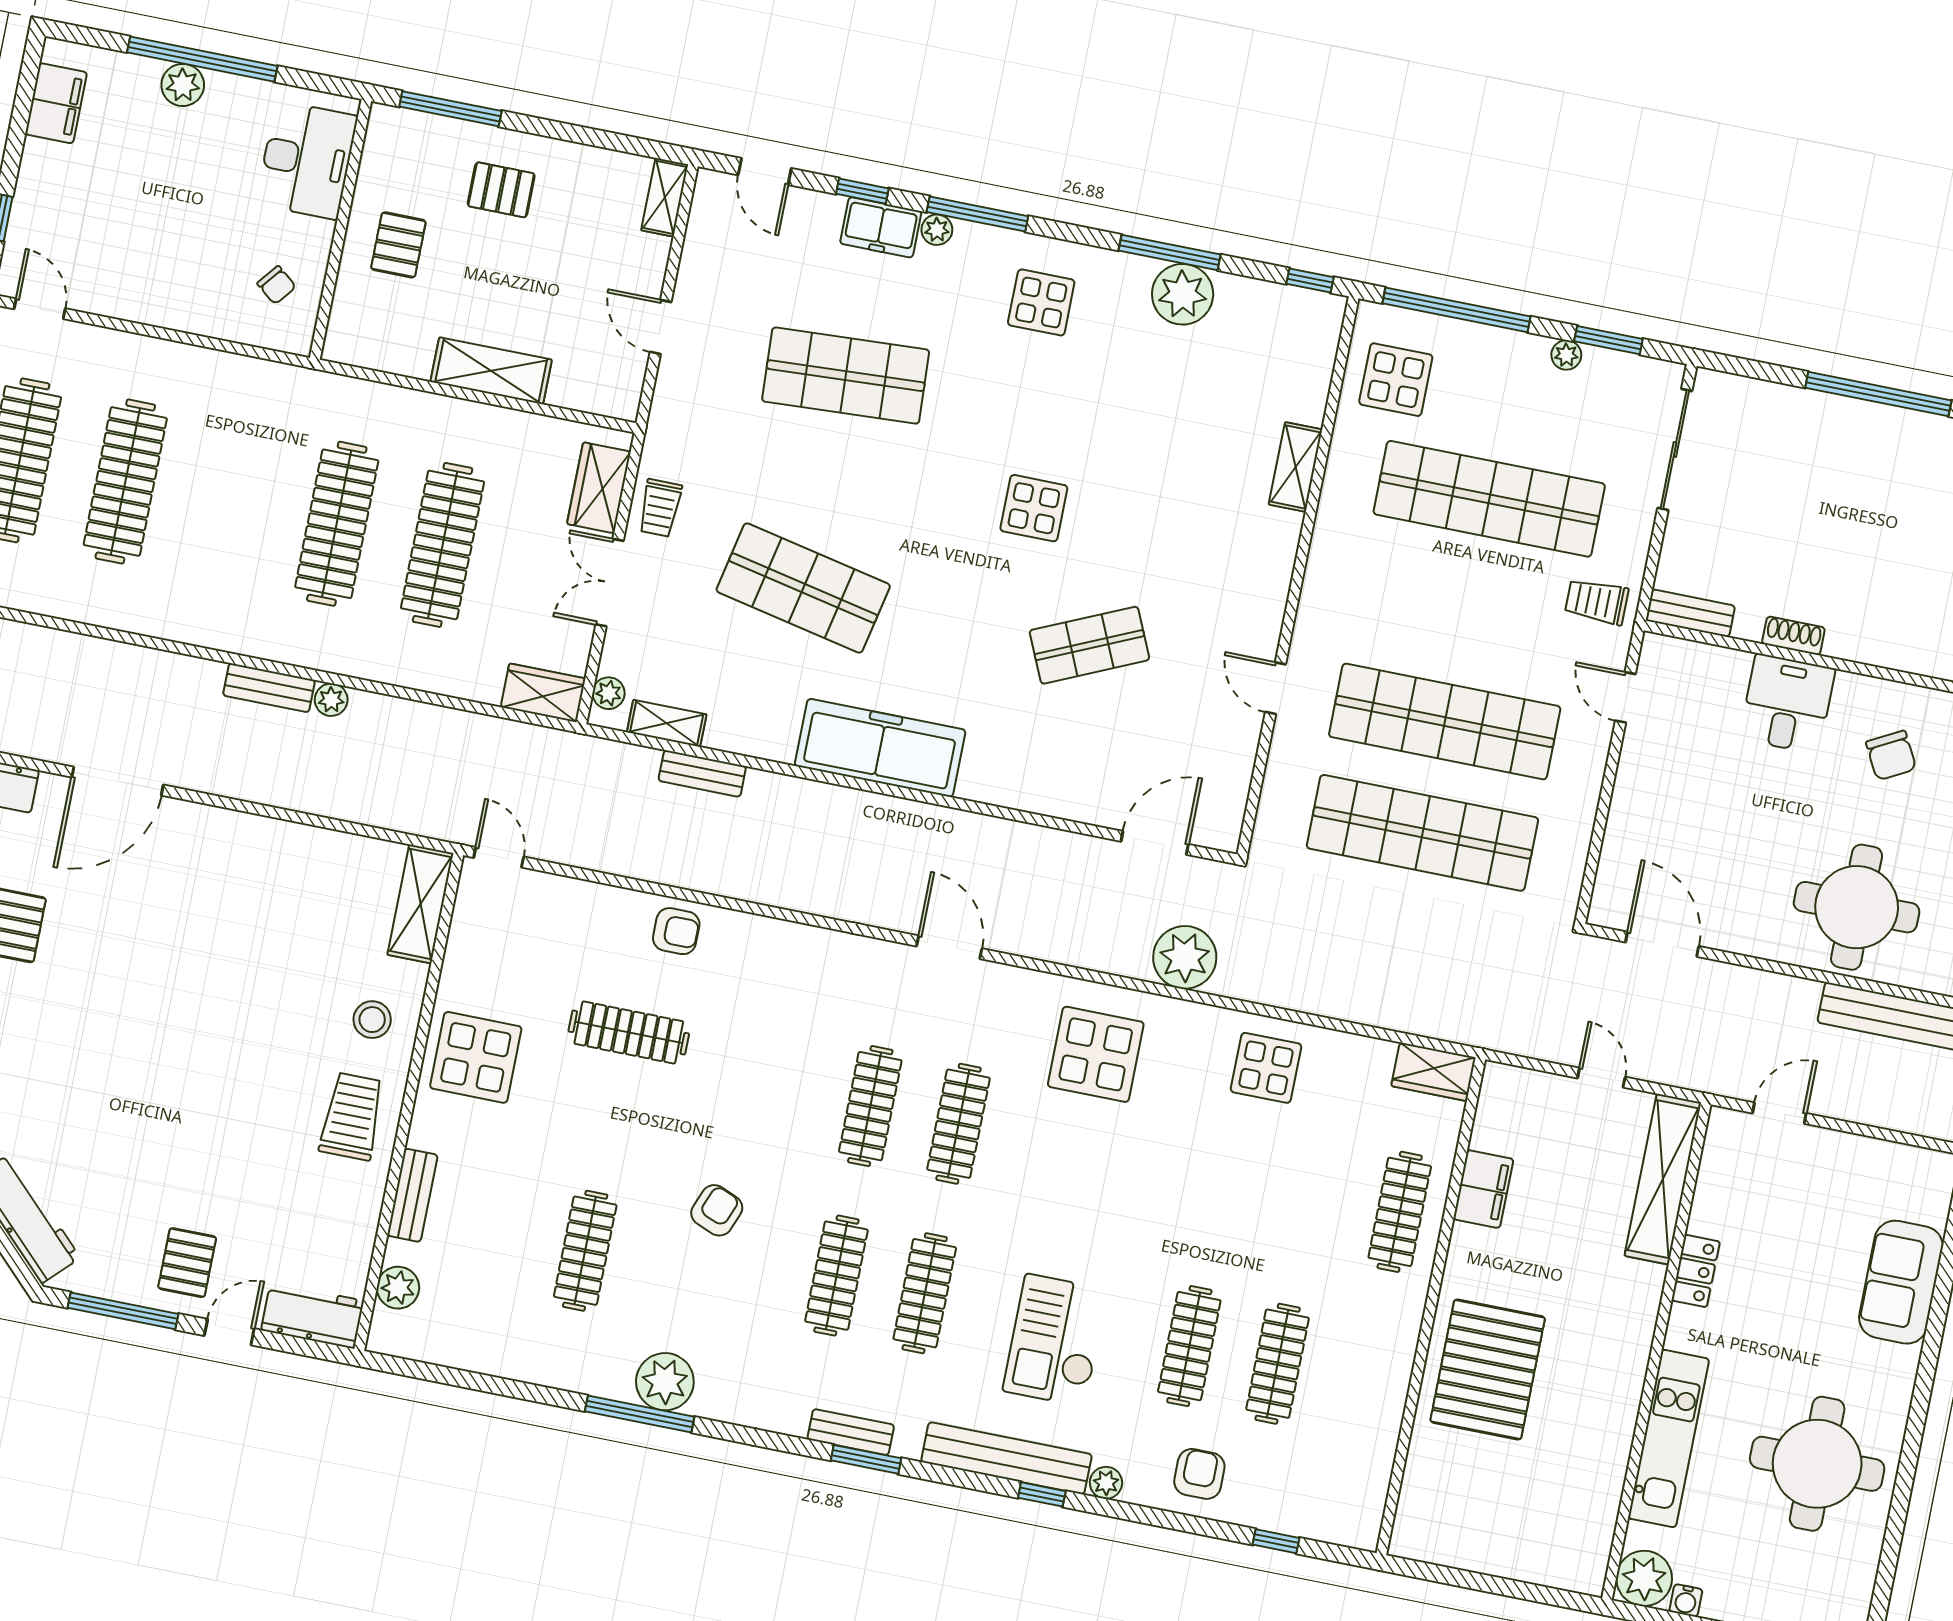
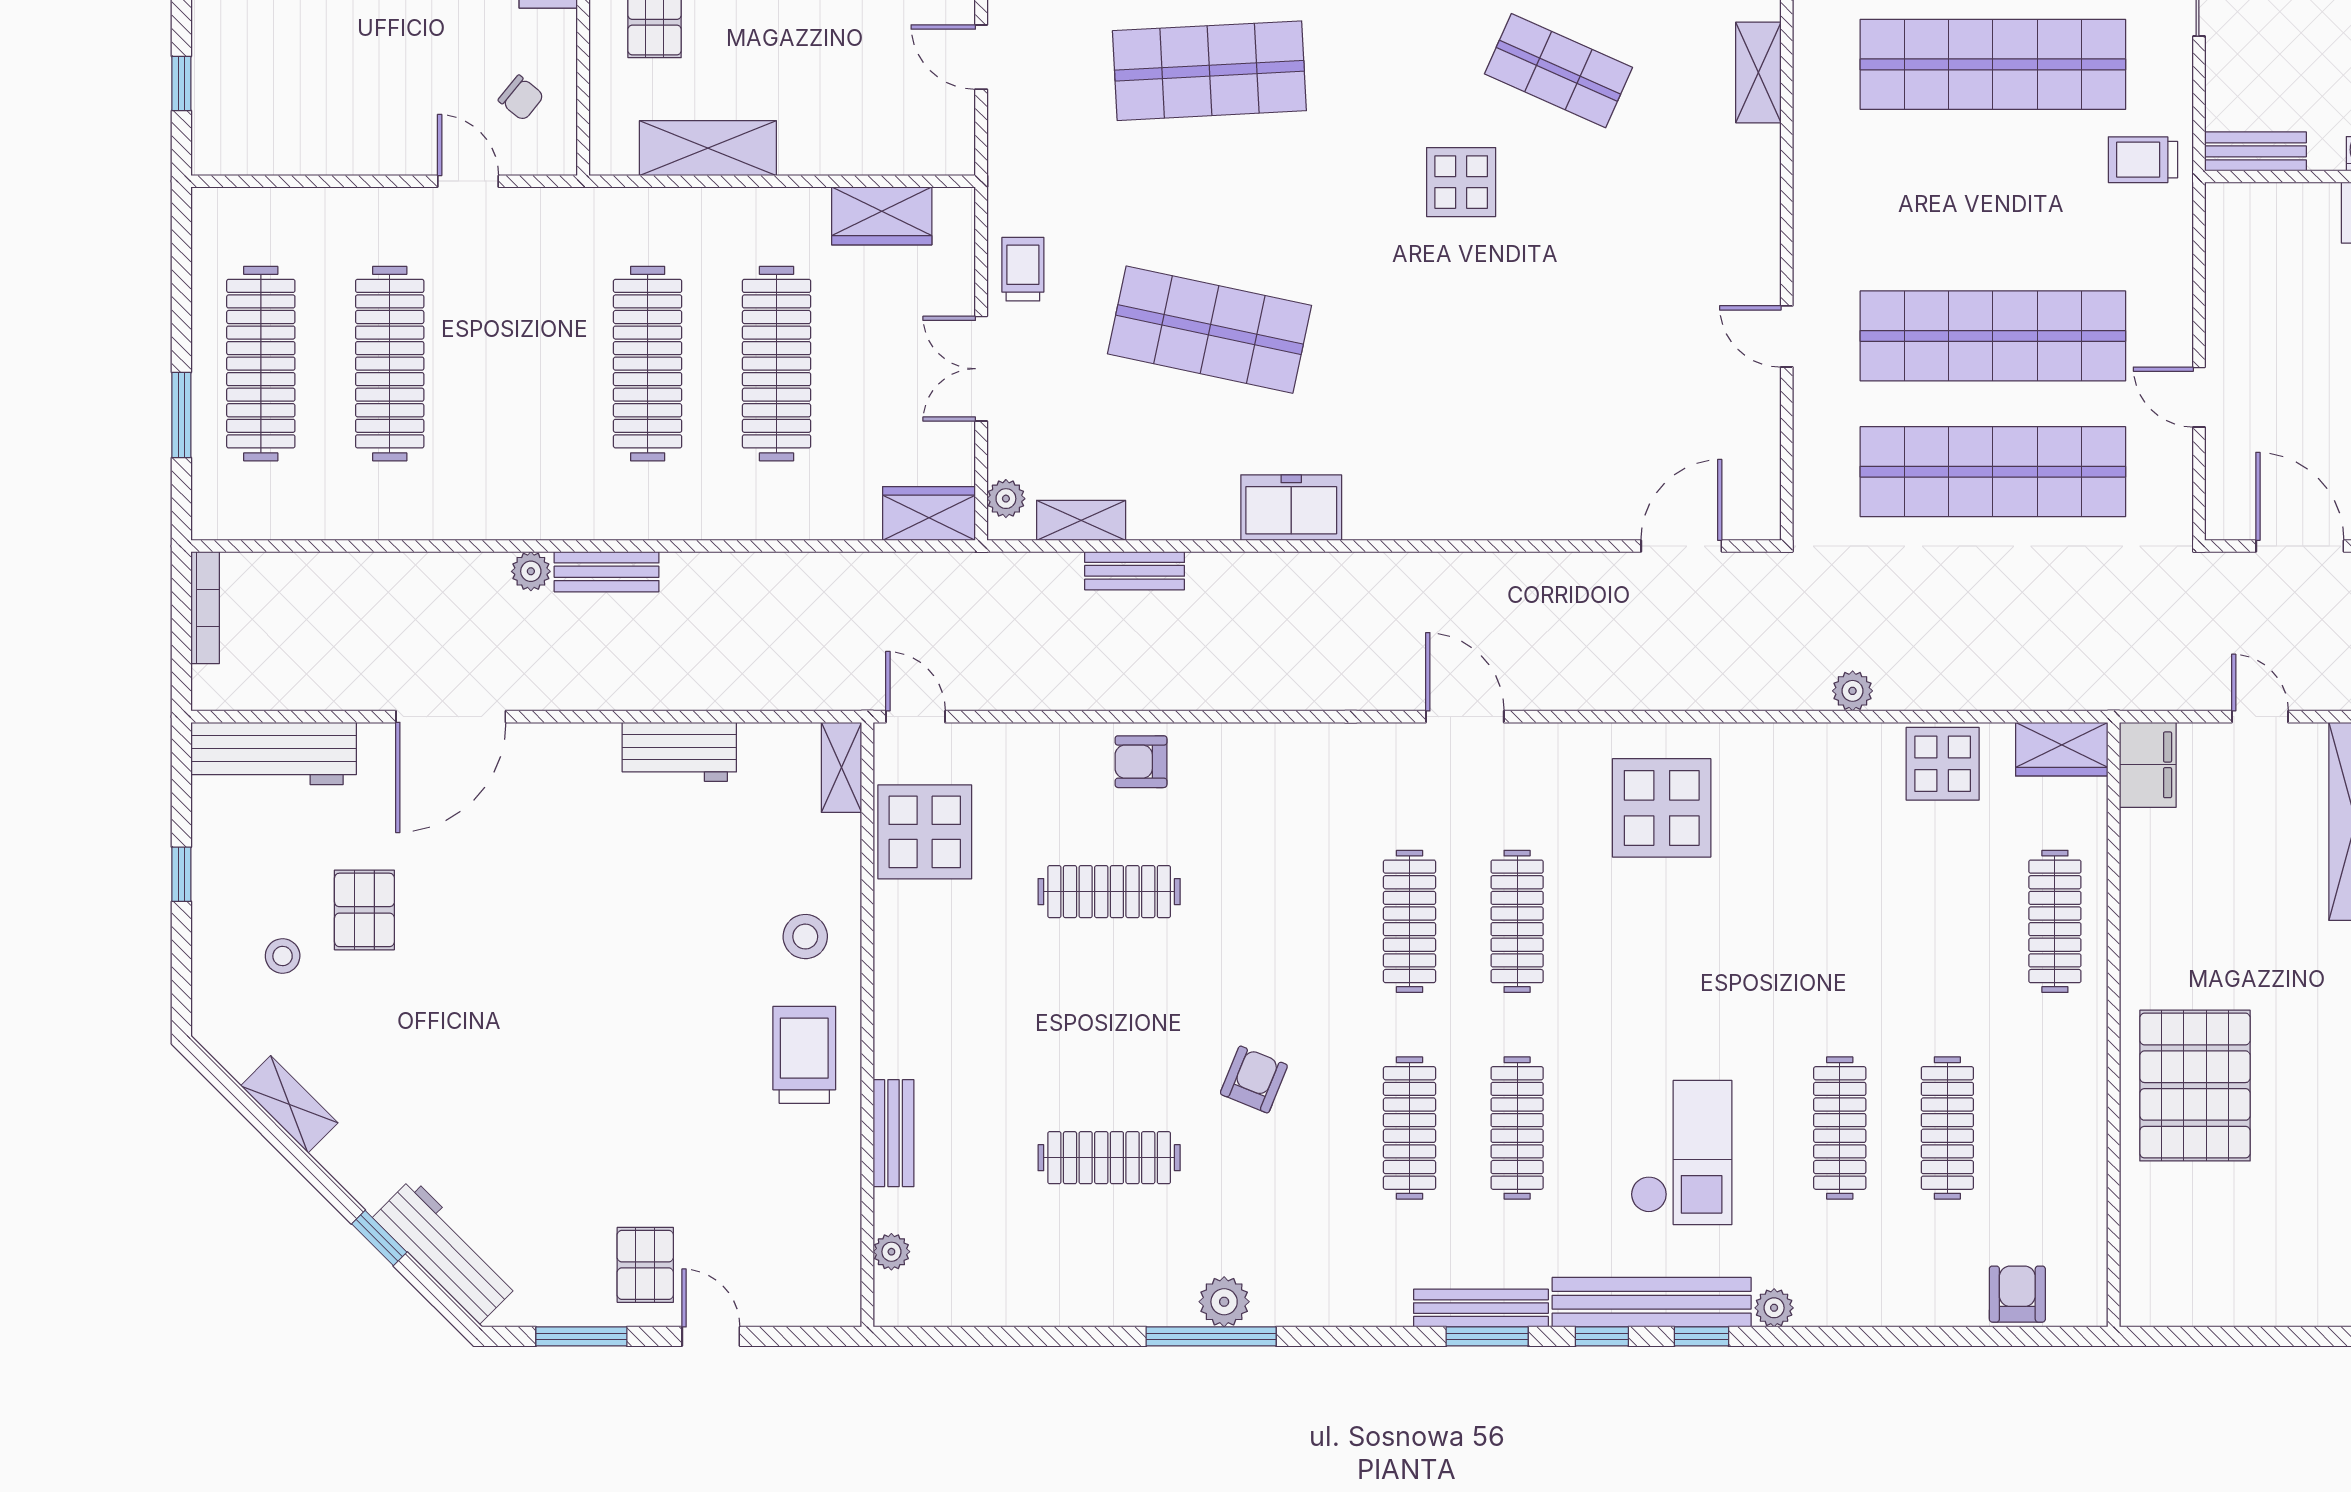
door: (40, 309) -> (468, 181), moved
shelving: (491, 371) -> (708, 148), moved
wardrobe: (599, 488) -> (882, 216), moved, turned -90
trolley: (660, 508) -> (1023, 269), turned 180
shop shelf: (1089, 645) -> (1558, 71), moved, turned 48
door: (1625, 697) -> (2199, 397), moved
plant: (331, 700) -> (531, 571), moved
freezer: (880, 748) -> (1291, 508), width x0.52, depth x0.79
shelving: (420, 904) -> (842, 767), width x0.67, depth x0.75
armchair: (676, 931) -> (1141, 762), turned 180
plant: (1185, 957) -> (1853, 691), moved, width x0.53, depth x0.53
display table: (476, 1057) -> (925, 832), moved
display table: (1266, 1068) -> (1943, 764), moved
filing cabinet: (1483, 1189) -> (2148, 765), moved
clothes rail: (585, 1251) -> (1109, 1158), turned 90
plant: (398, 1288) -> (891, 1252), width x0.73, depth x0.73
window: (123, 1311) -> (581, 1336), width x0.69
workbench: (313, 1315) -> (679, 752), moved, turned 180
door: (229, 1332) -> (711, 1336), hinge flipped
checkout: (1055, 1340) -> (1681, 1153), turned 180
plant: (665, 1382) -> (1224, 1302), width x0.73, depth x0.73
bench: (851, 1432) -> (1481, 1308), width x1.36
armchair: (1199, 1474) -> (2017, 1294), moved
window: (1276, 1541) -> (1602, 1336), moved

